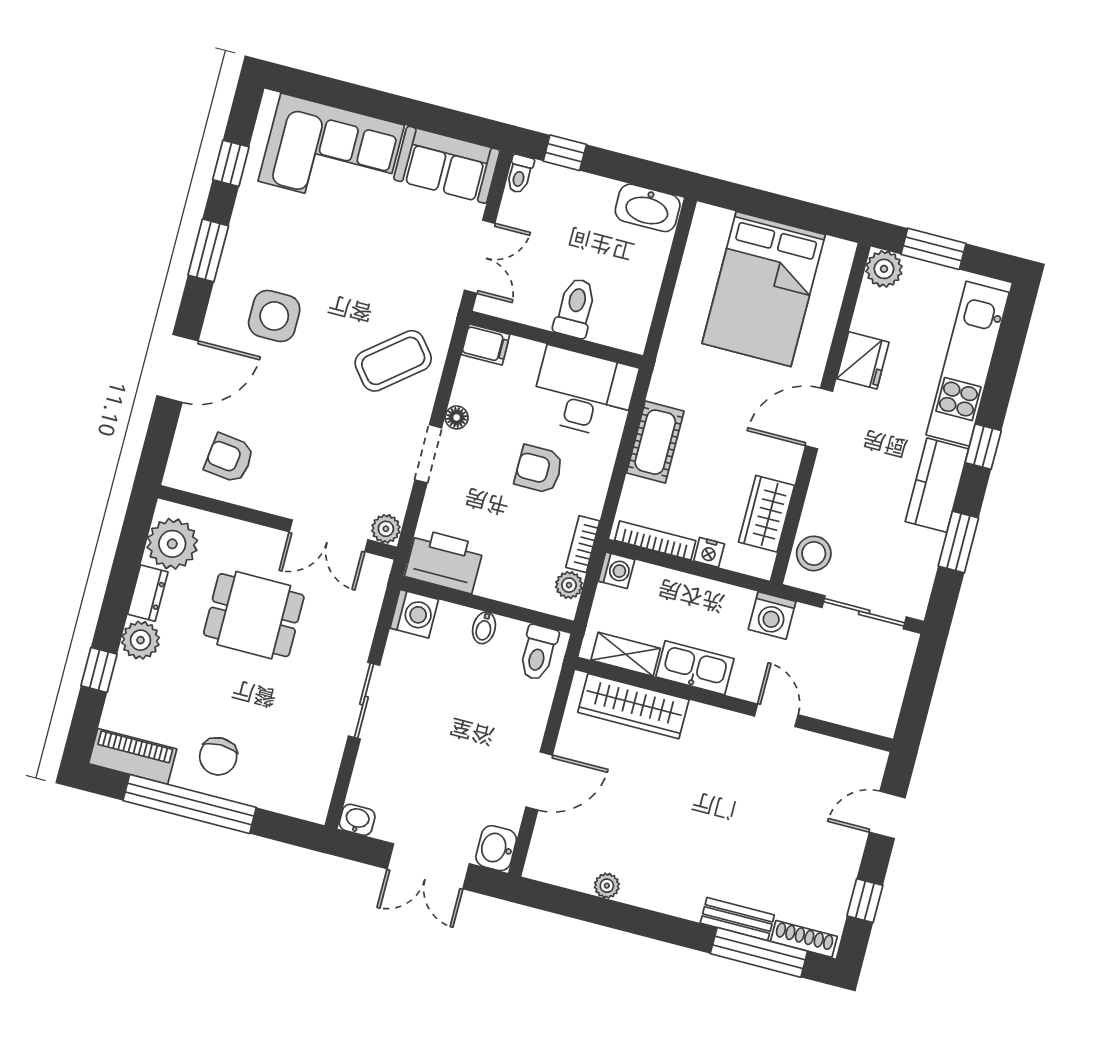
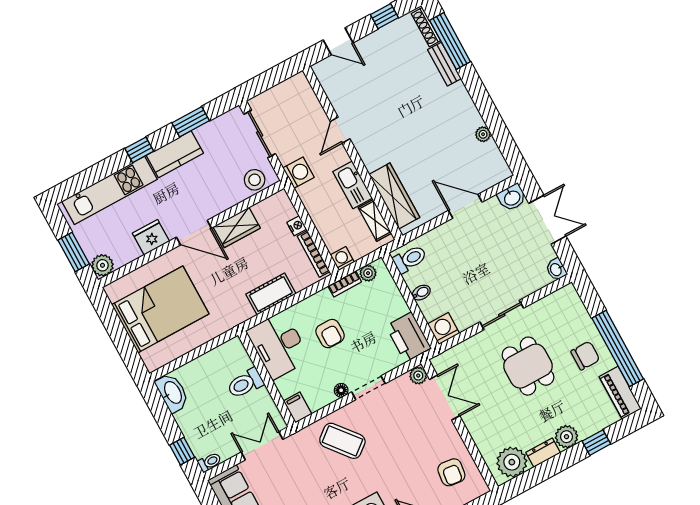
wardrobe: (766, 514) -> (237, 227), moved
dining table: (254, 615) -> (528, 366), moved

